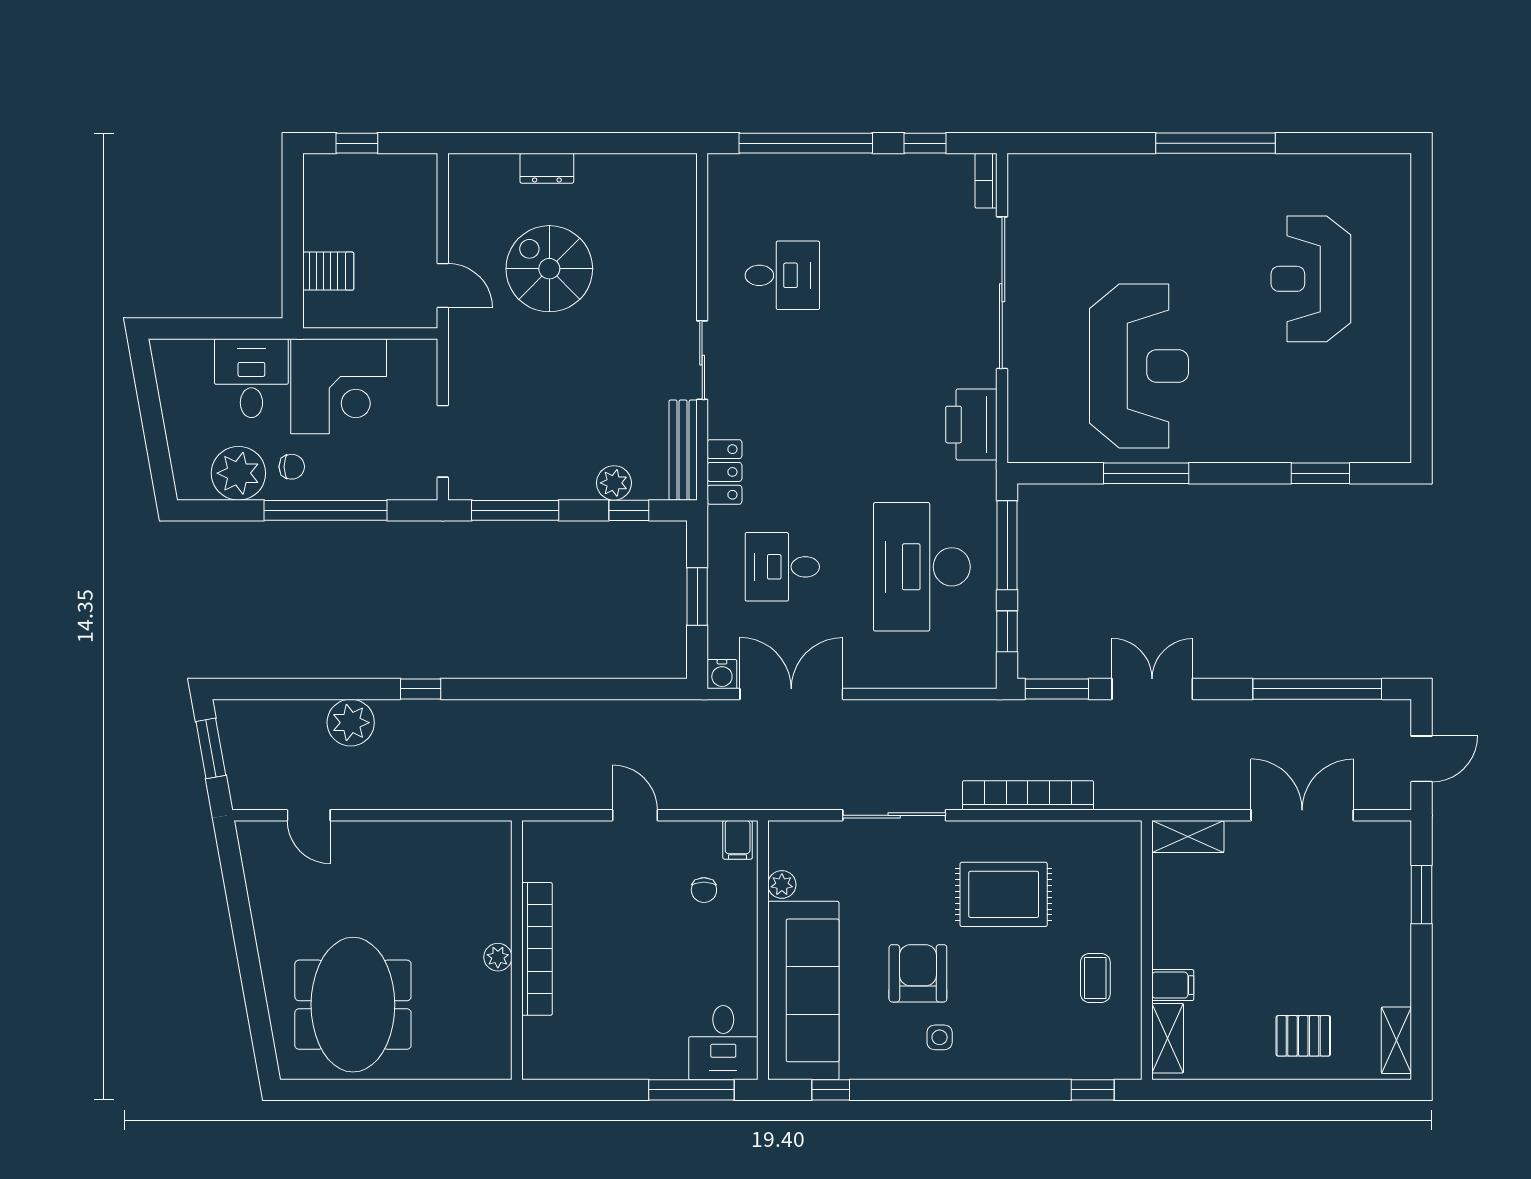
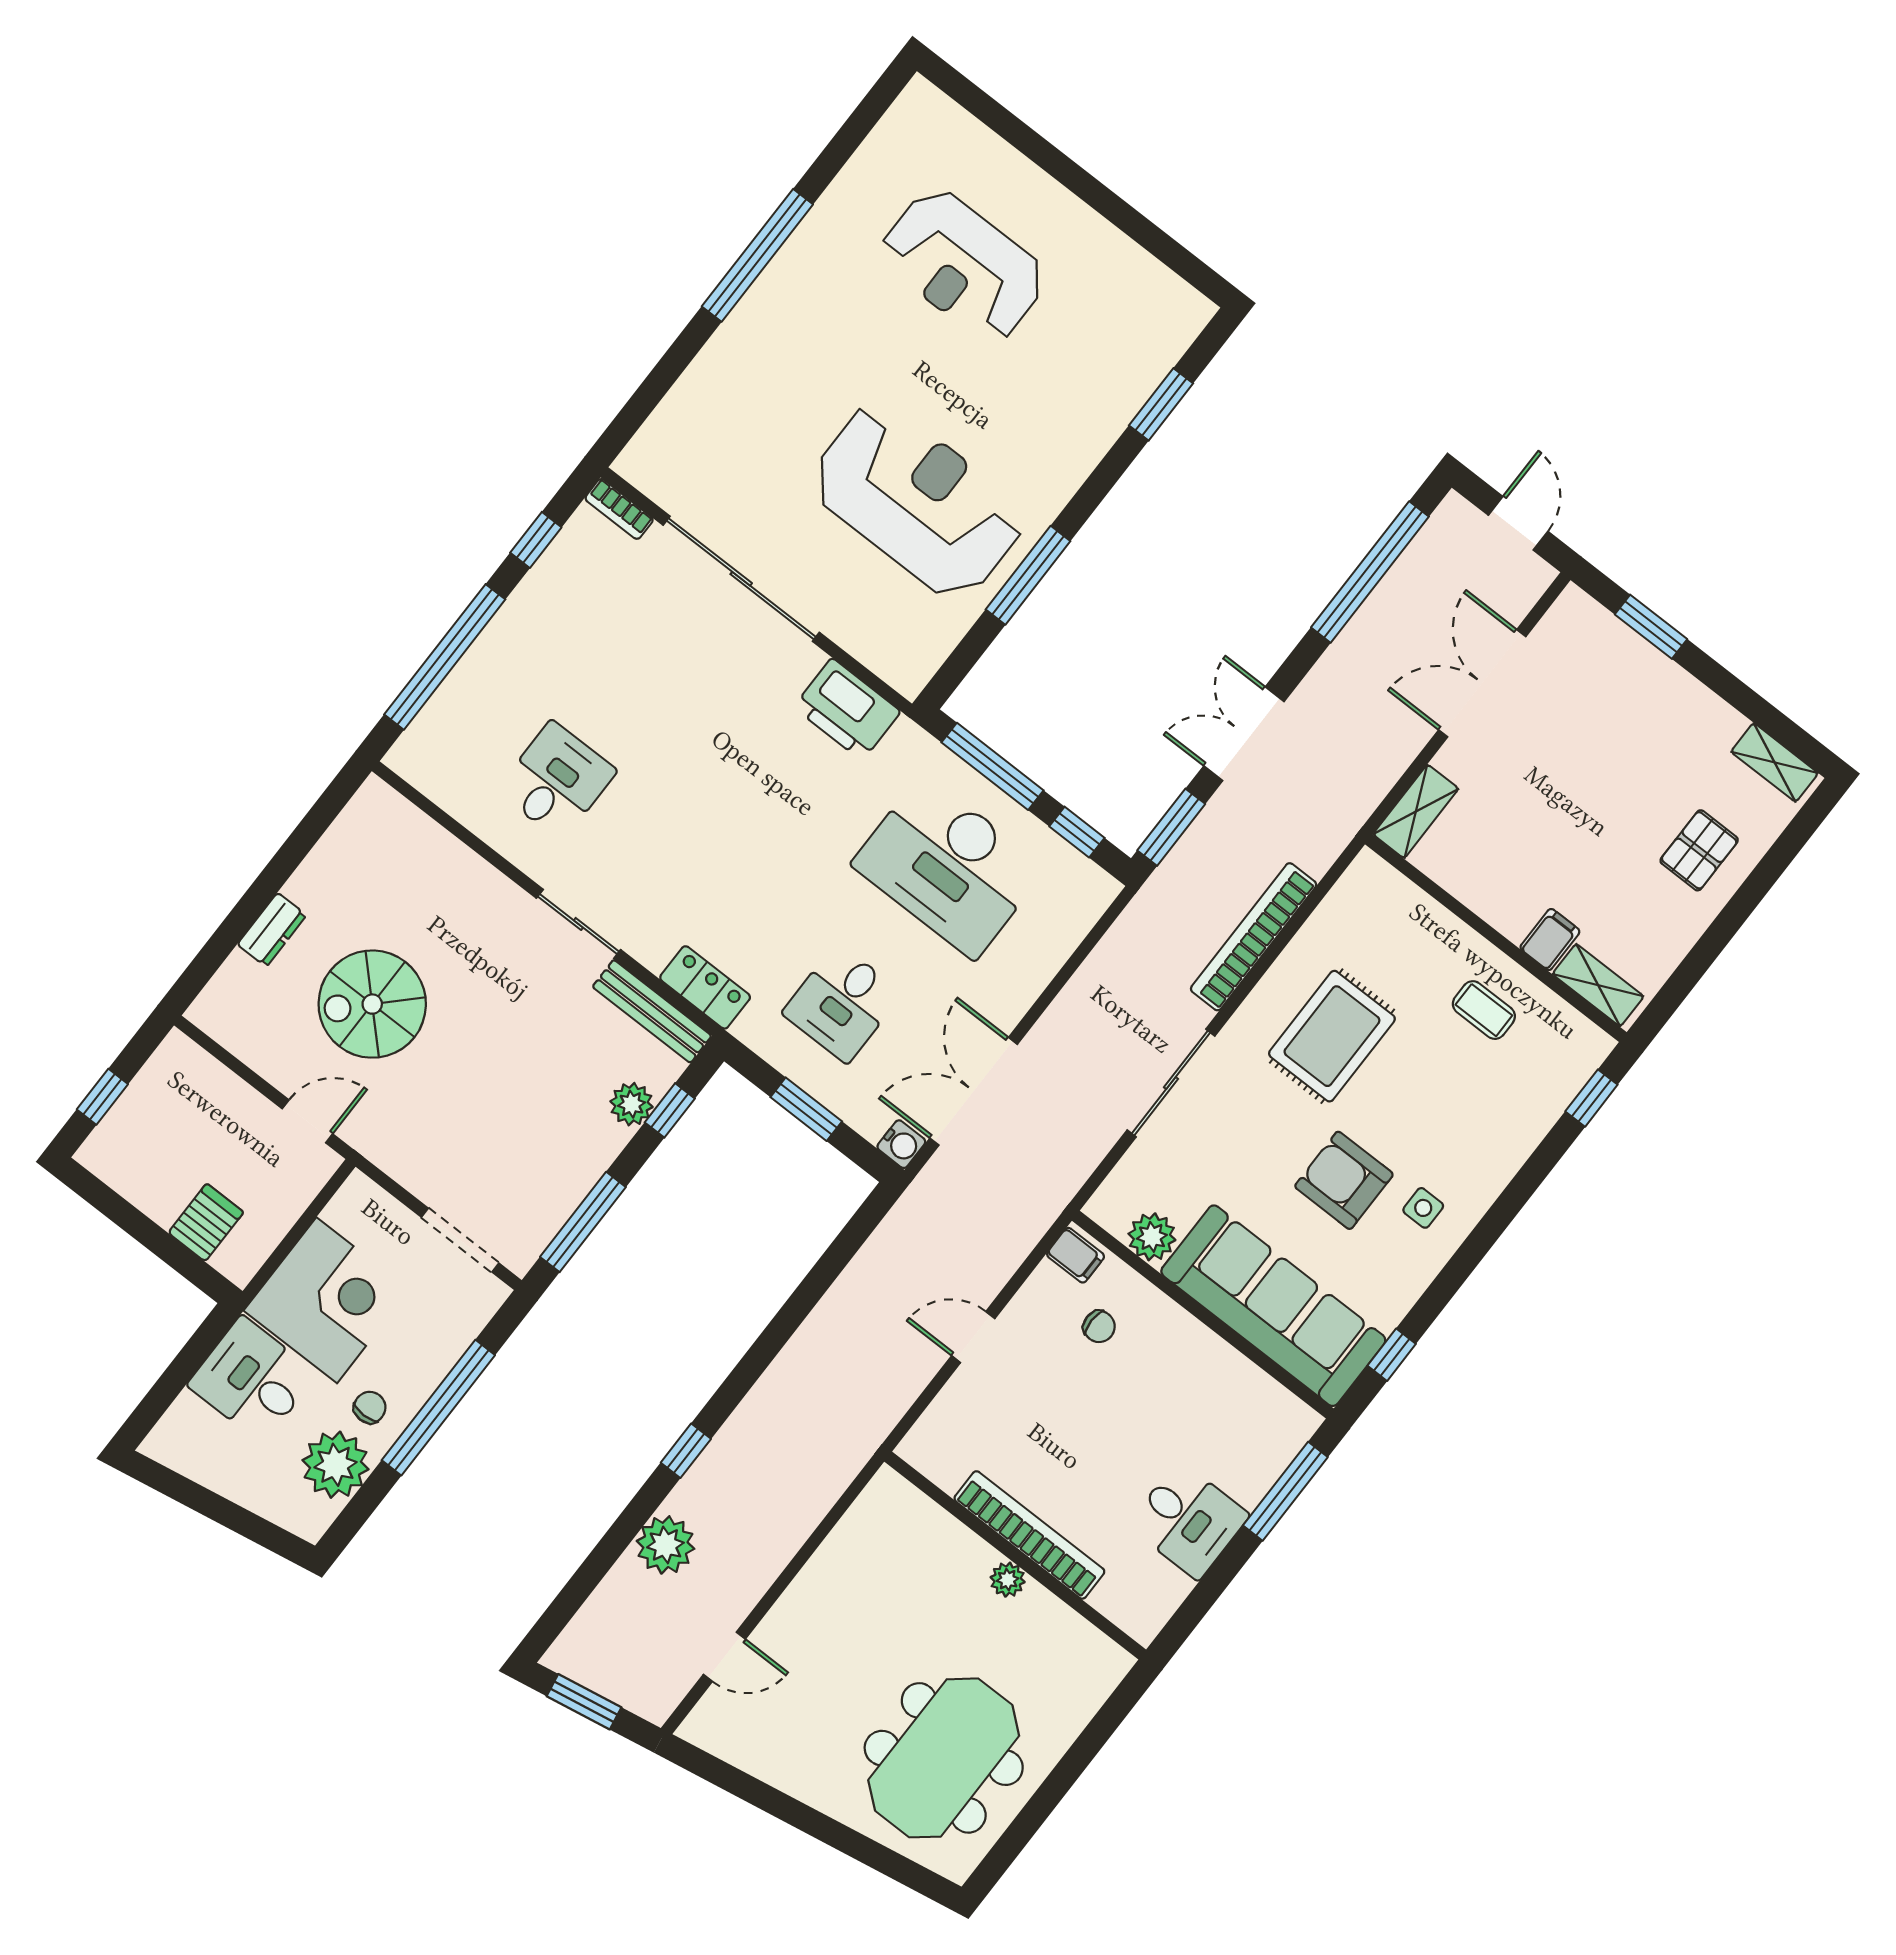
plant: (782, 884) -> (1152, 1237), width x1.38, depth x1.38
meeting table: (353, 1005) -> (944, 1758), turned 90
desk: (723, 1043) -> (1188, 1520), moved

